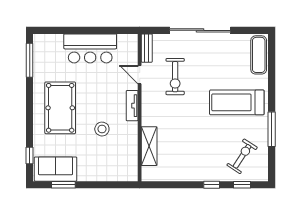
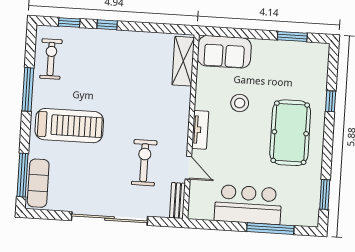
window: (71, 30) -> (270, 229), added
window: (30, 60) -> (325, 195), width x0.69
window: (272, 61) -> (22, 175), added
shelving: (149, 146) -> (183, 61), moved
window: (30, 156) -> (331, 101), moved
exercise bike: (242, 156) -> (51, 59), moved, turned 147
sofa: (55, 169) -> (224, 52), moved

